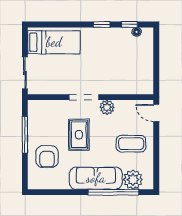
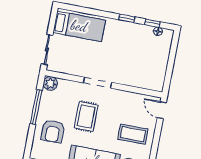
plant: (107, 107) -> (50, 83), moved

